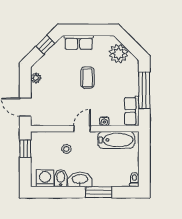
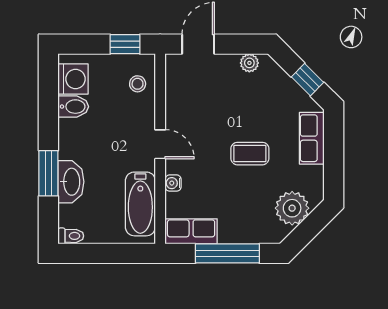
stool: (66, 149) -> (138, 84), moved
washbasin: (80, 179) -> (71, 182), moved

